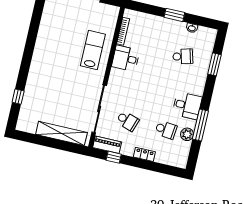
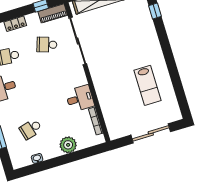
window: (174, 15) -> (59, 161), removed
plant: (159, 24) -> (68, 145), added
lab bench: (93, 50) -> (147, 85), moved

